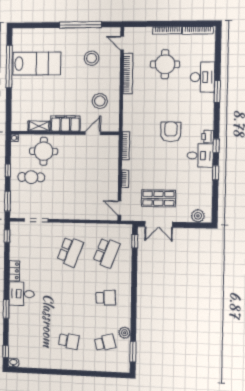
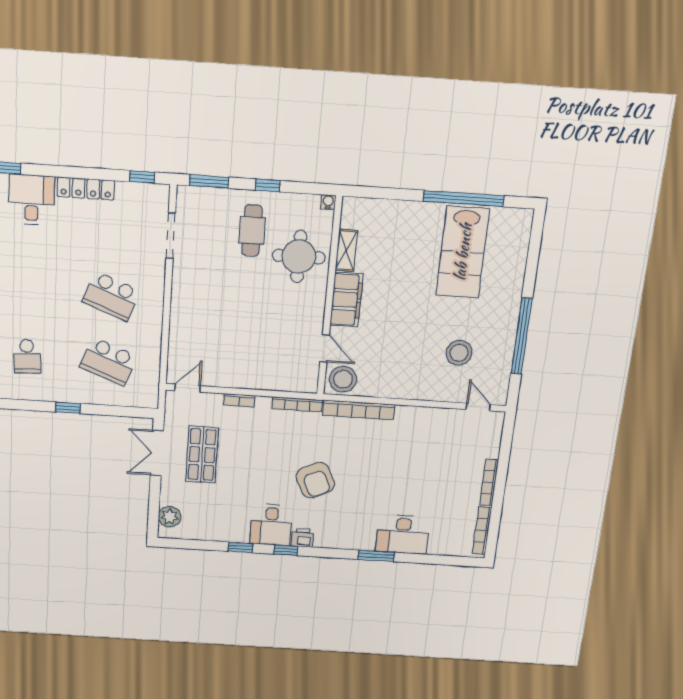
door: (122, 43) -> (478, 407), hinge flipped
round table: (165, 64) -> (432, 476), removed
bookcase: (128, 74) -> (359, 410), moved
stool: (100, 101) -> (343, 379), moved
armchair: (171, 132) -> (315, 480), turned 64
window: (135, 241) -> (68, 408), moved
locker: (14, 271) -> (86, 189), width x1.53

